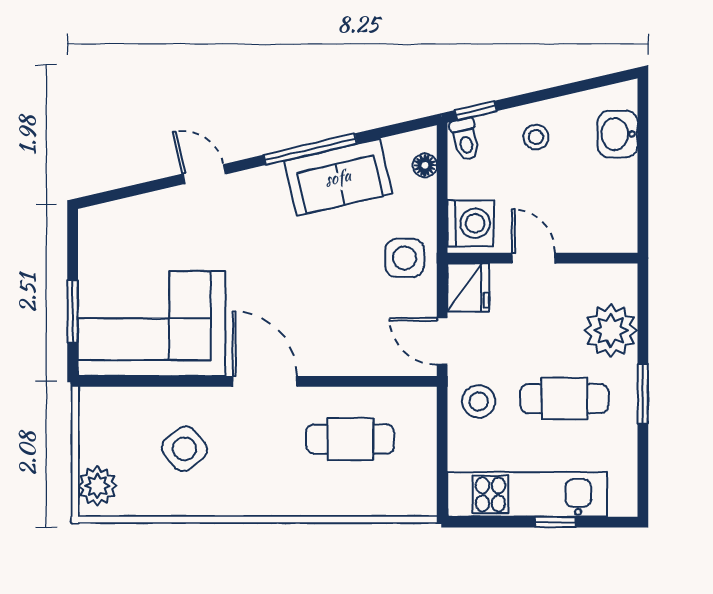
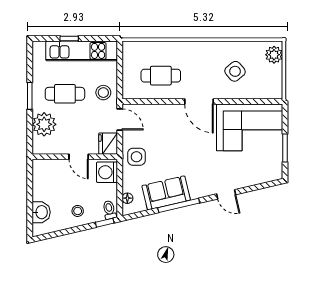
window: (73, 312) -> (285, 148), moved

